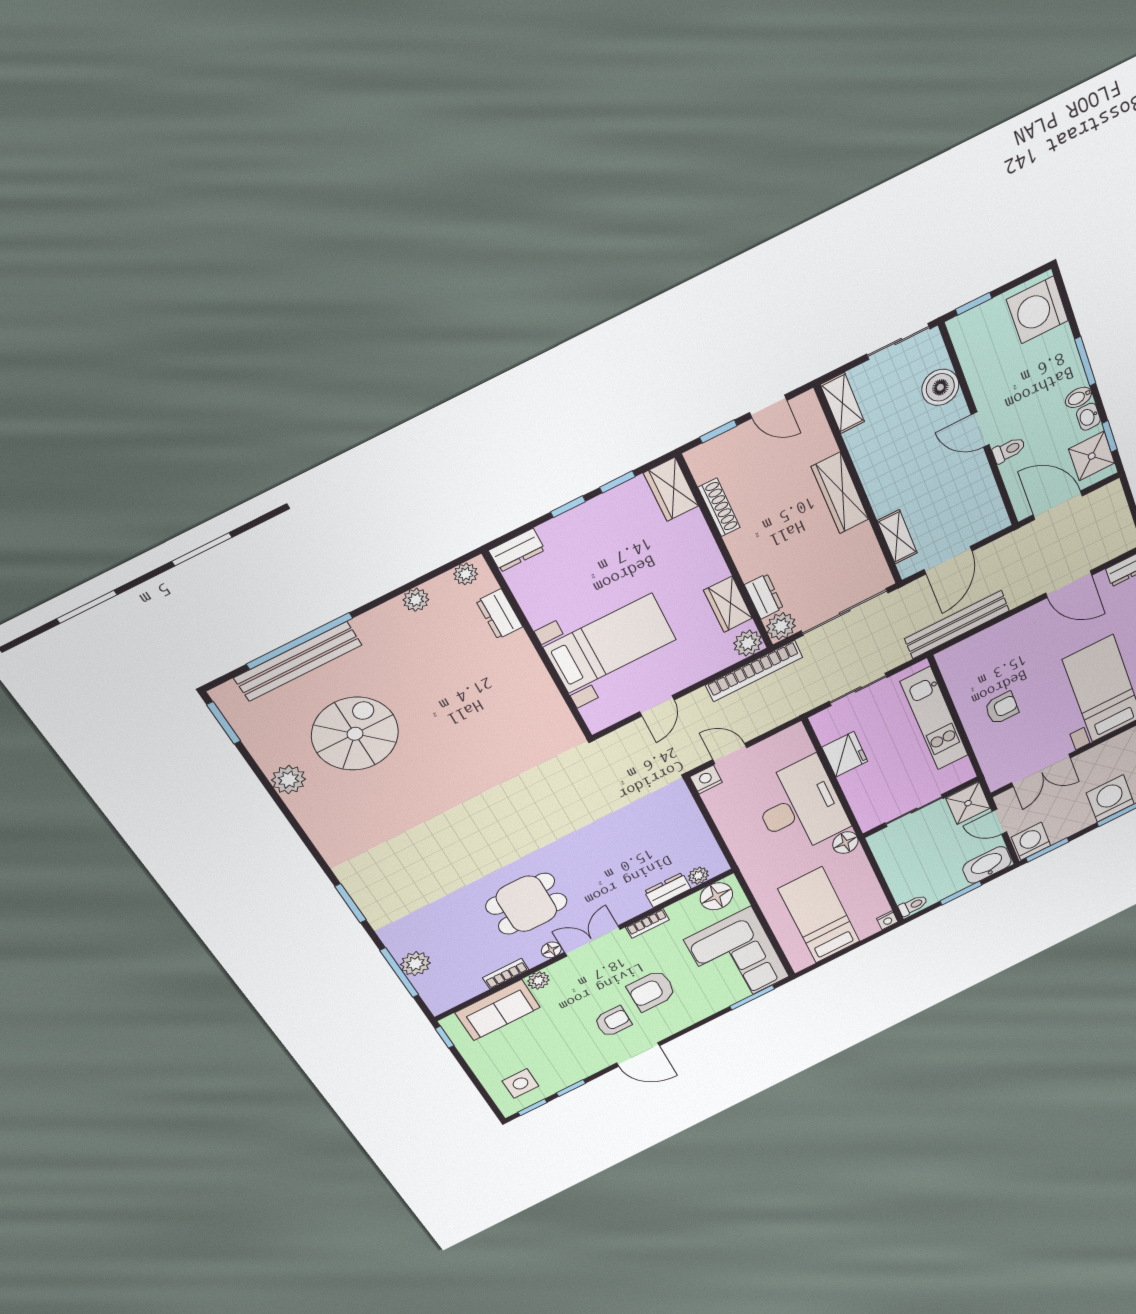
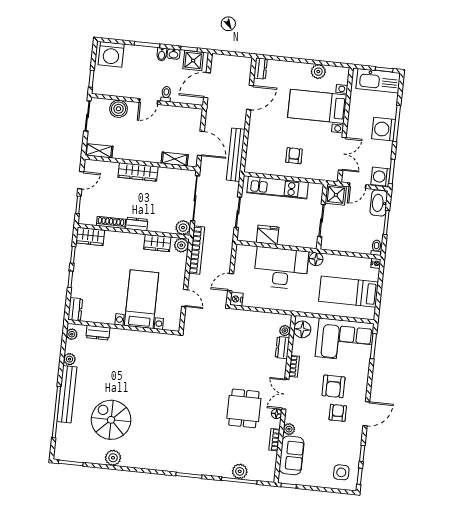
dresser: (764, 596) -> (137, 224), moved
bench: (298, 661) -> (67, 394), moved

